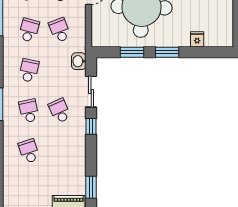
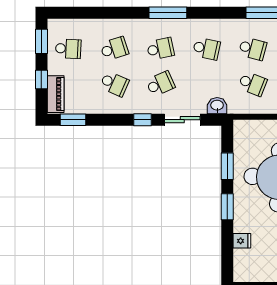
school desk: (60, 30) -> (253, 84), turned 42
school desk: (60, 151) -> (114, 84), added
school desk: (29, 192) -> (68, 49), added

